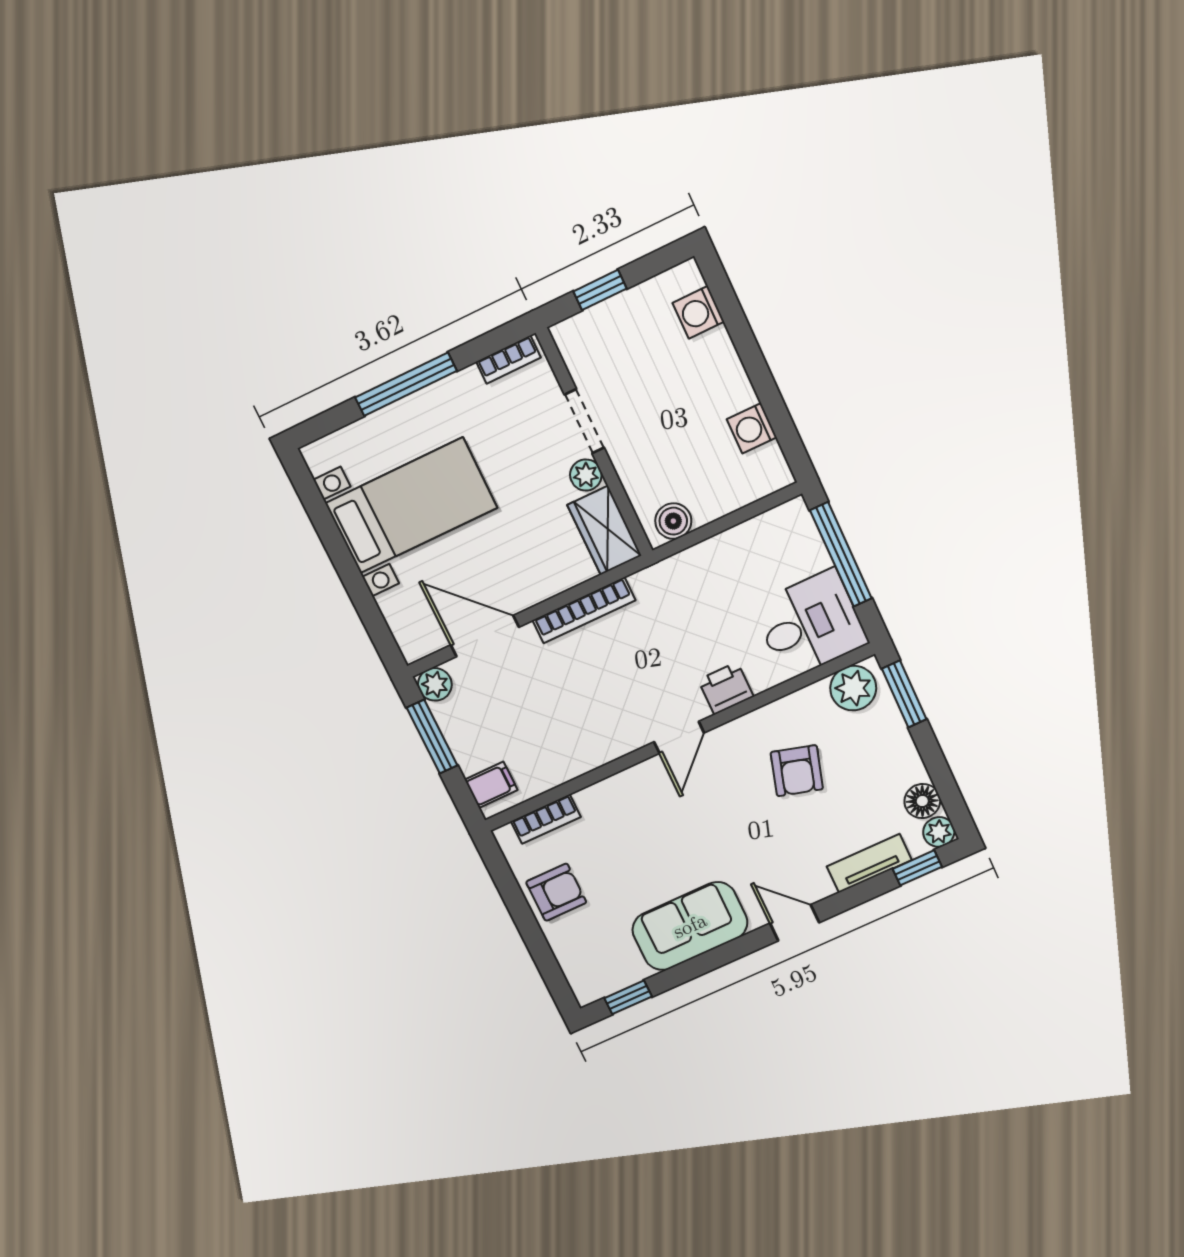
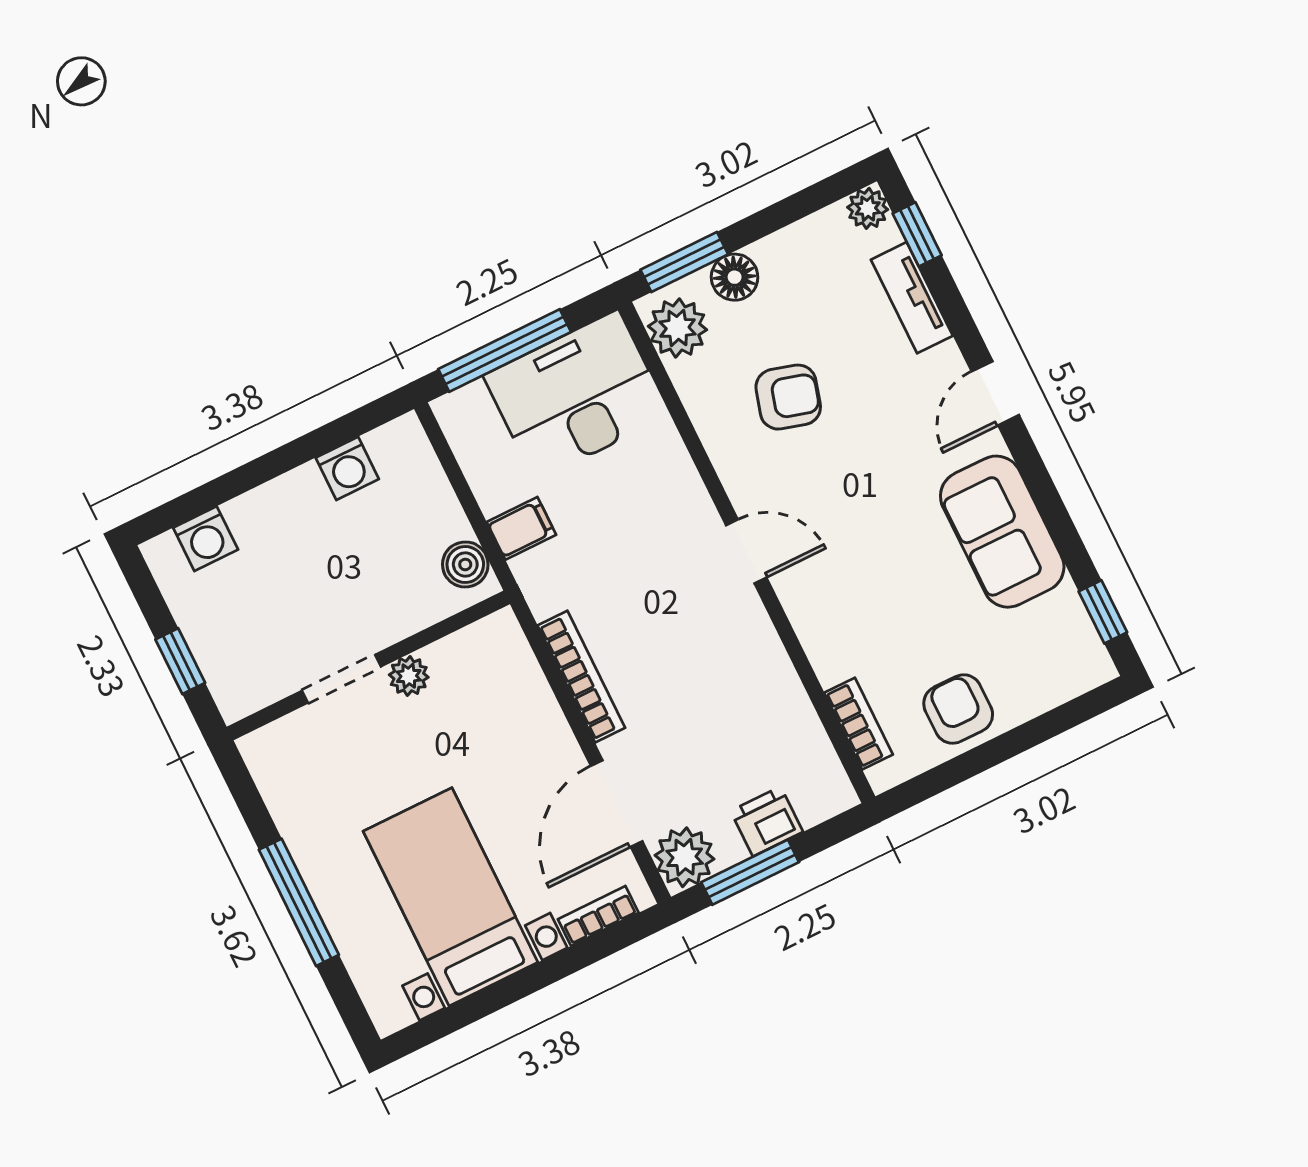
bookcase: (508, 360) -> (598, 916), moved, turned -90
wardrobe: (604, 530) -> (478, 652), removed
desk: (810, 624) -> (577, 395), width x1.37
plant: (435, 684) -> (685, 857), width x1.38, depth x1.38
printer: (726, 688) -> (767, 821), moved, turned 90
filing cabinet: (491, 785) -> (521, 528), moved, turned 90
floor lamp: (922, 801) -> (735, 277), moved

